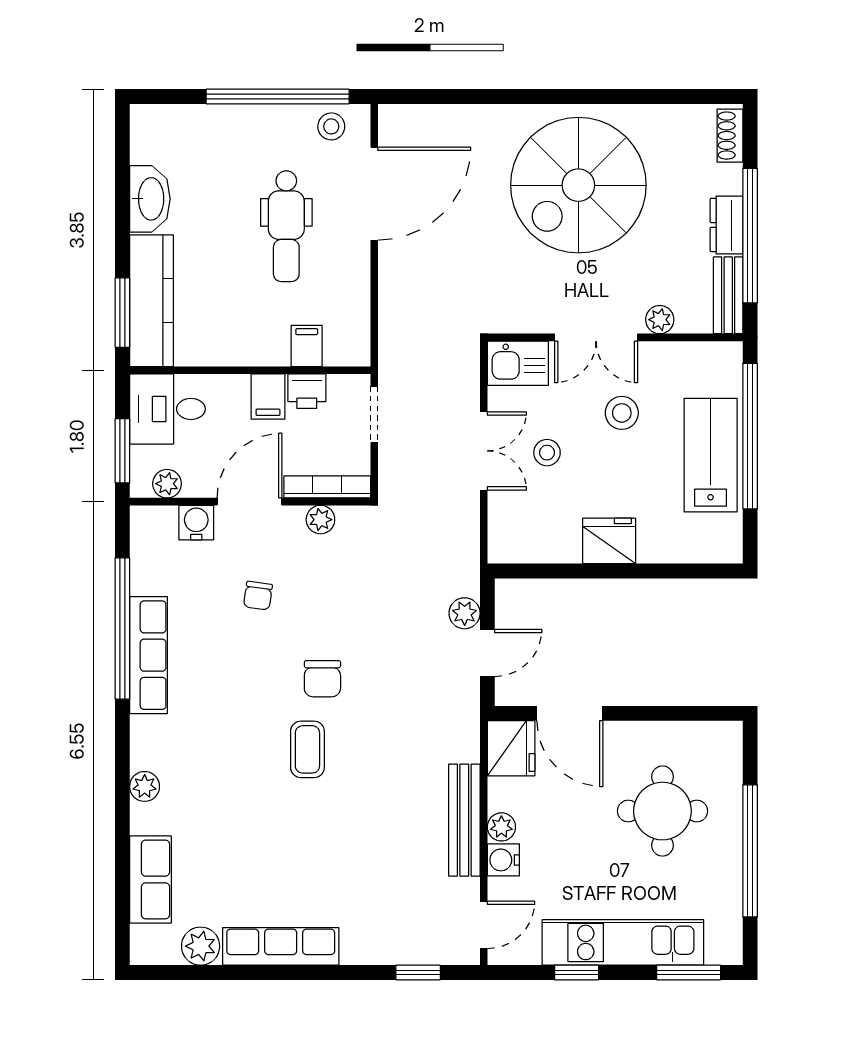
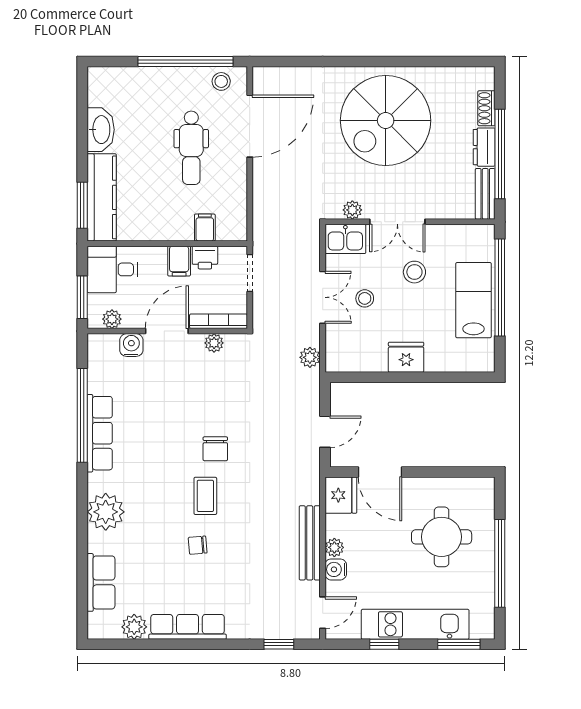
shoe rack: (730, 136) -> (486, 108), moved
plant: (660, 320) -> (352, 210), moved
chair: (258, 596) -> (198, 545), moved, turned 77
plant: (465, 613) -> (310, 357), moved
plant: (145, 786) -> (106, 512), width x1.87, depth x1.87

